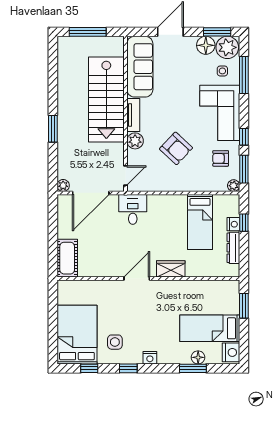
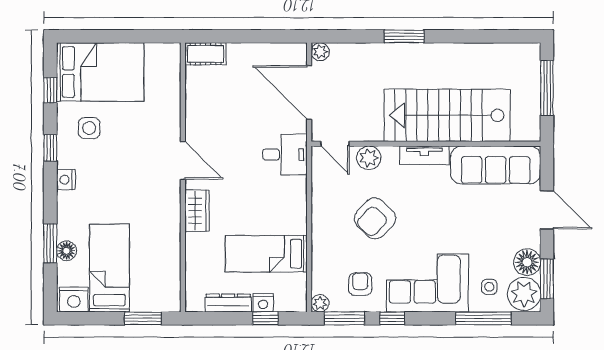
plant: (135, 141) -> (369, 158), moved
cot: (67, 258) -> (205, 54), width x0.73, depth x0.75

